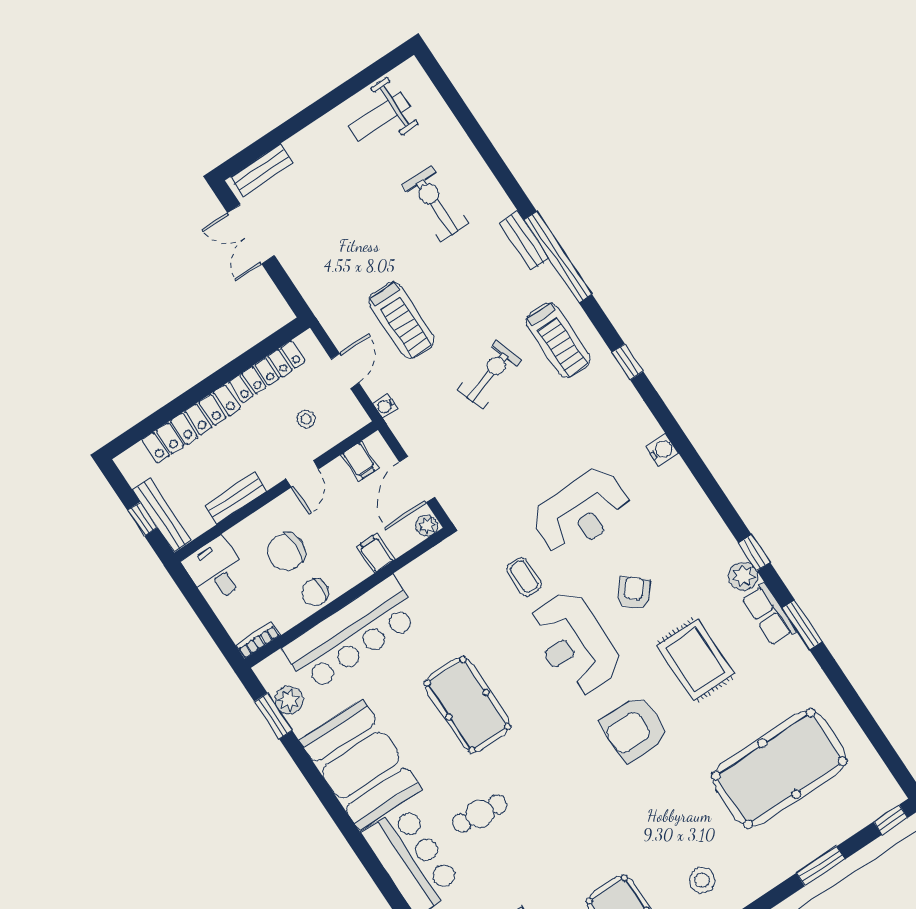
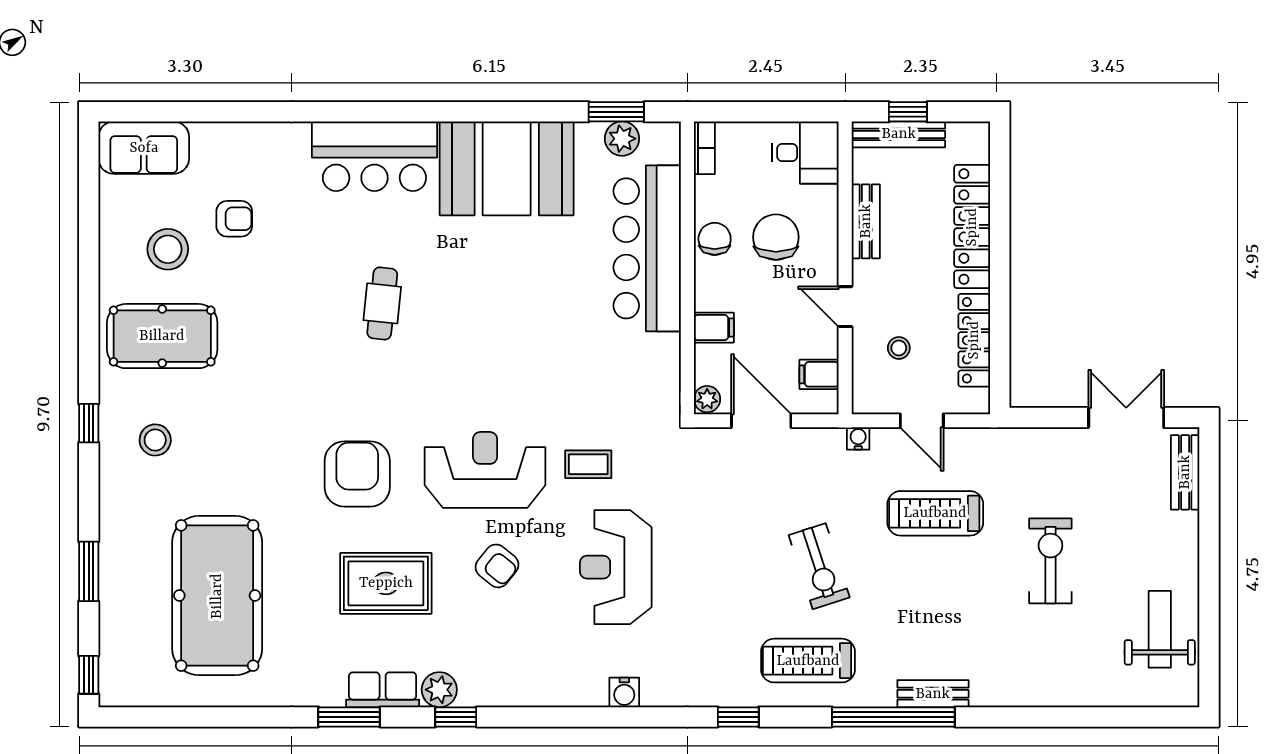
exercise bike: (436, 204) -> (1050, 561), moved, turned -90
pool table: (467, 705) -> (495, 319), removed
cafe table: (480, 814) -> (382, 303), moved

